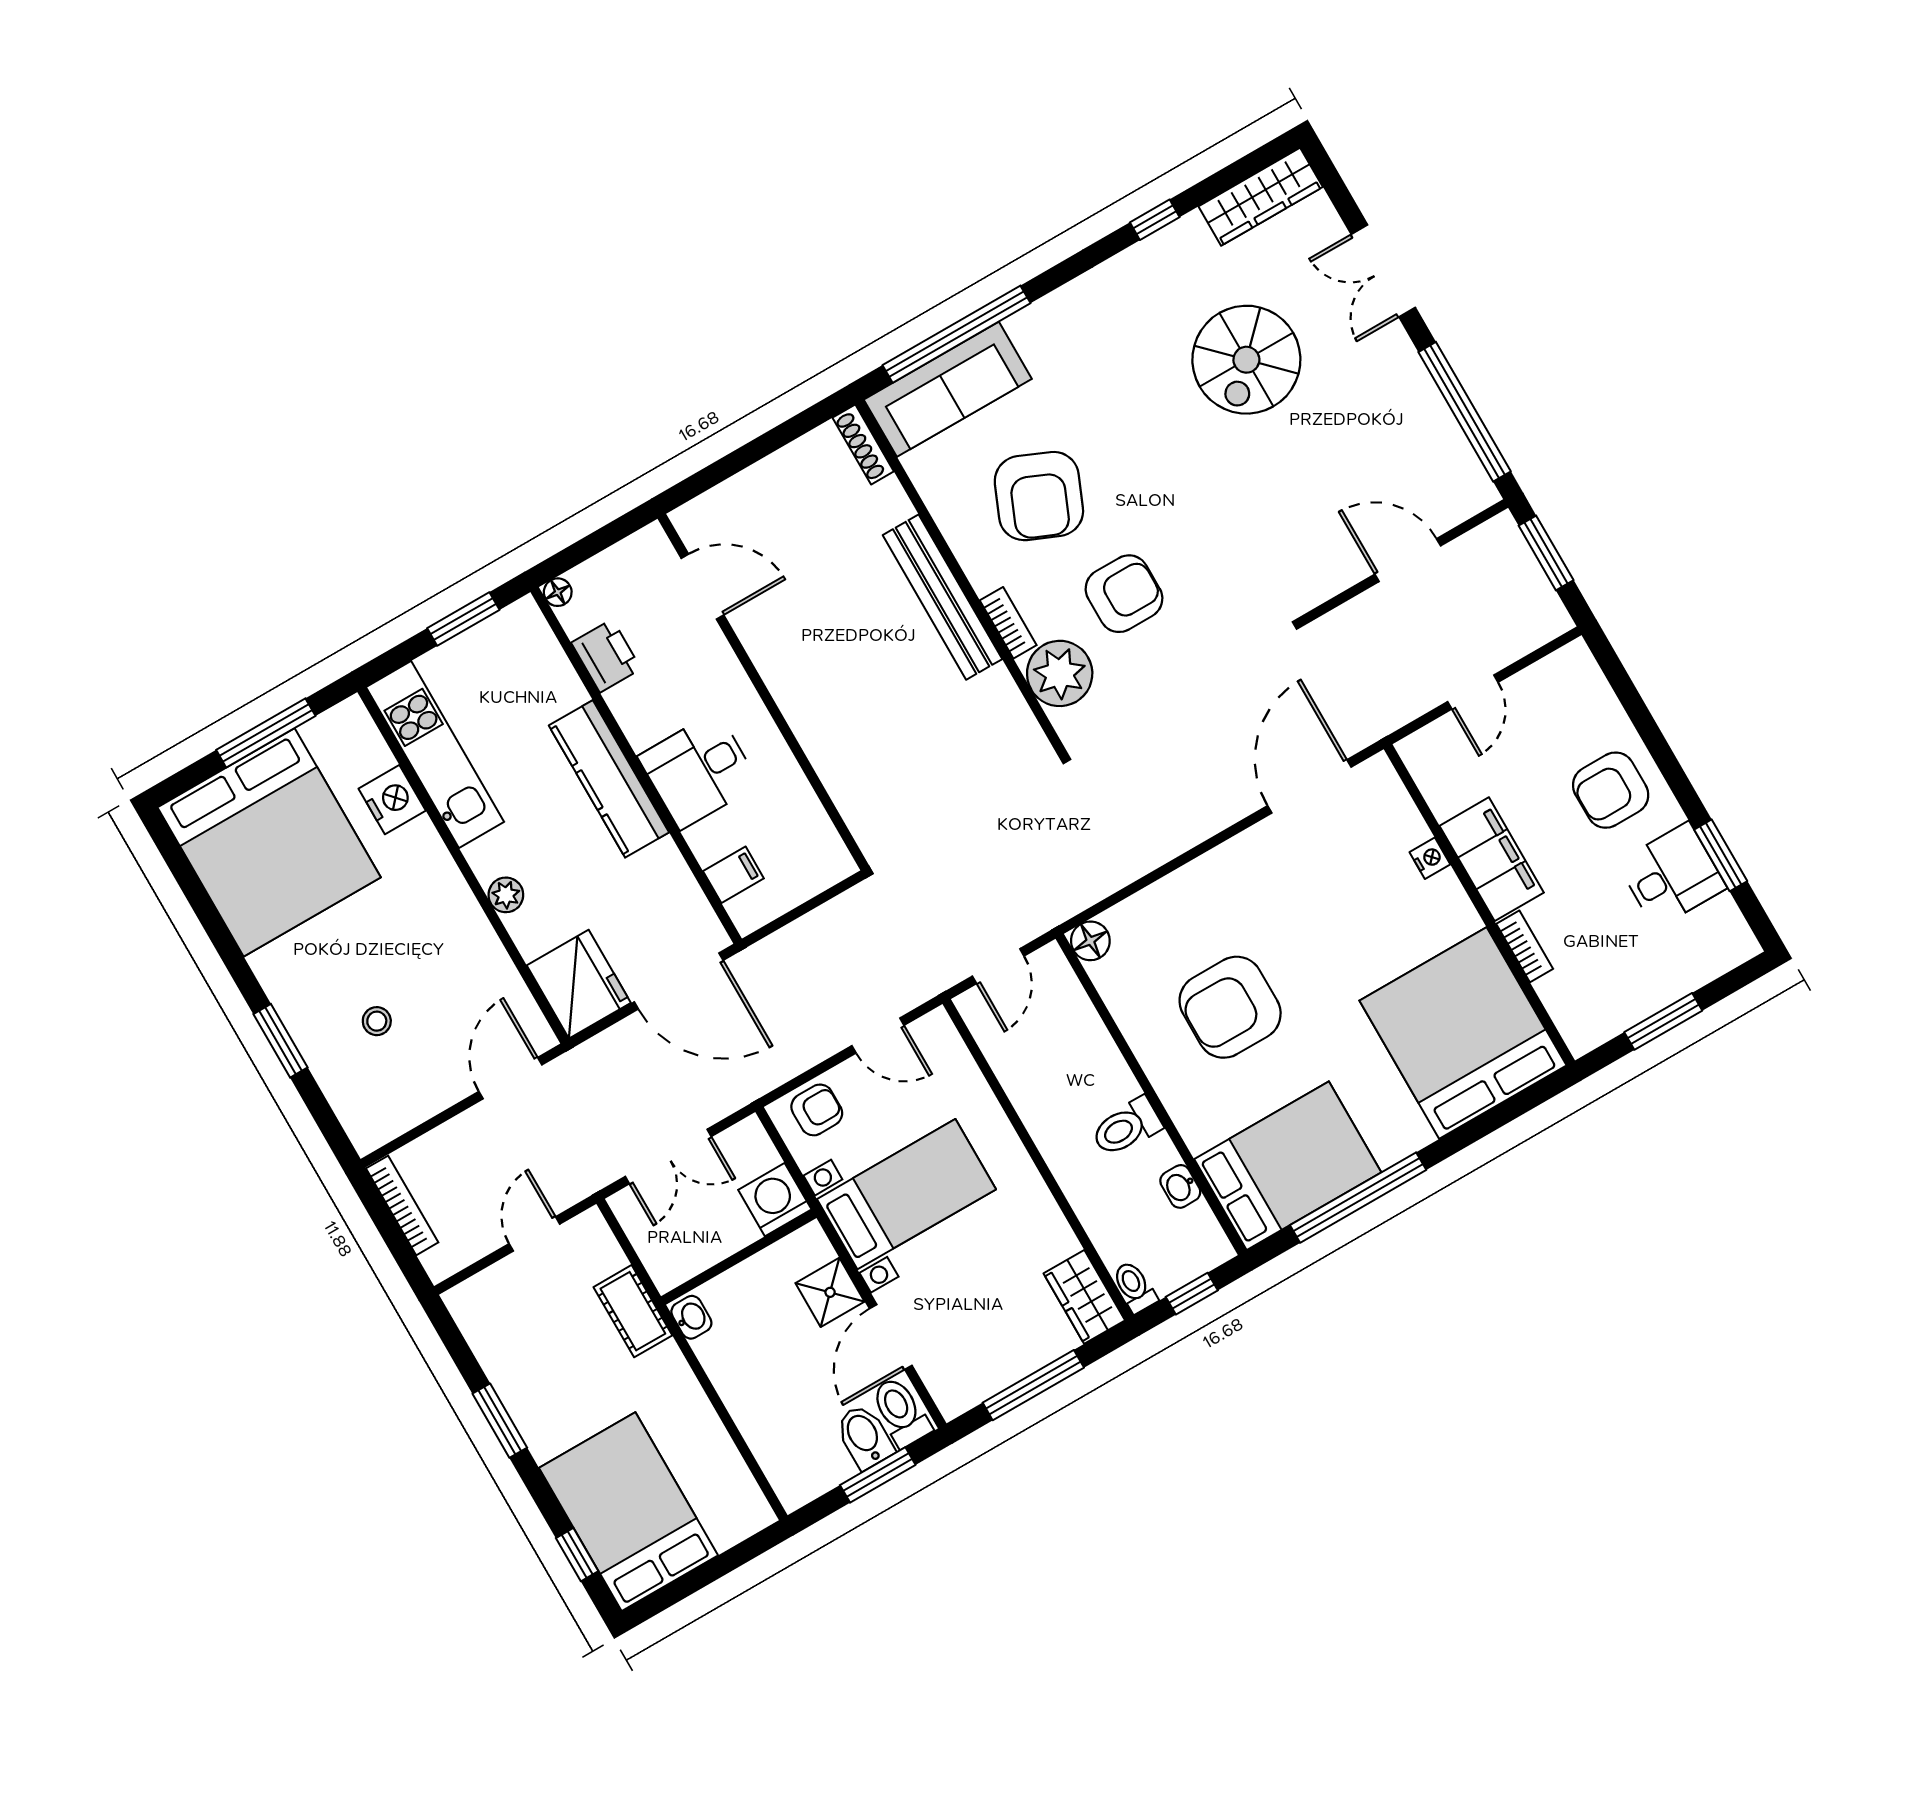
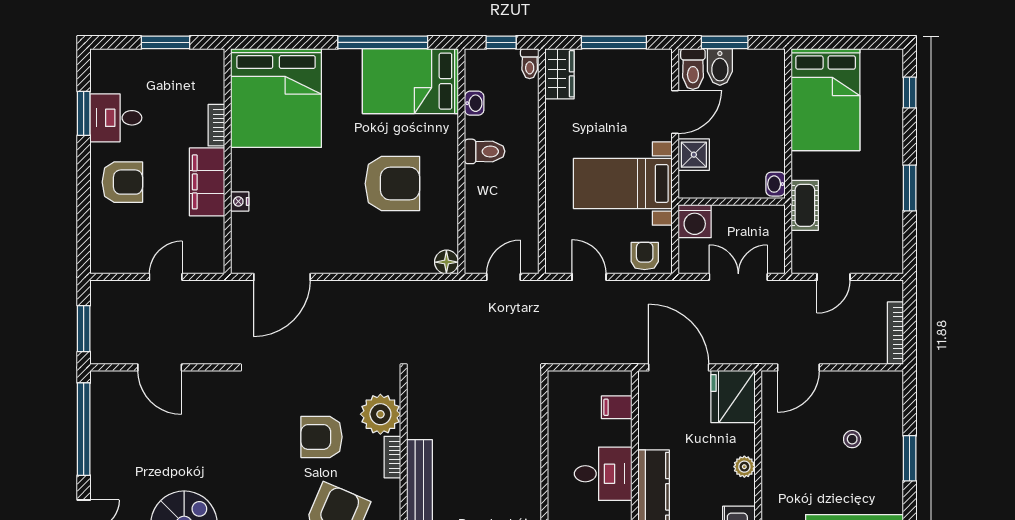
armchair: (817, 1110) -> (645, 256), turned 90
bed: (628, 1512) -> (826, 100), moved

